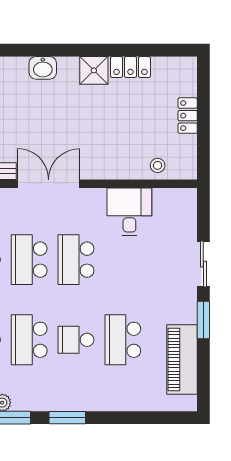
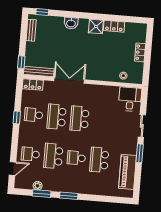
desk: (129, 212) -> (130, 99), moved

